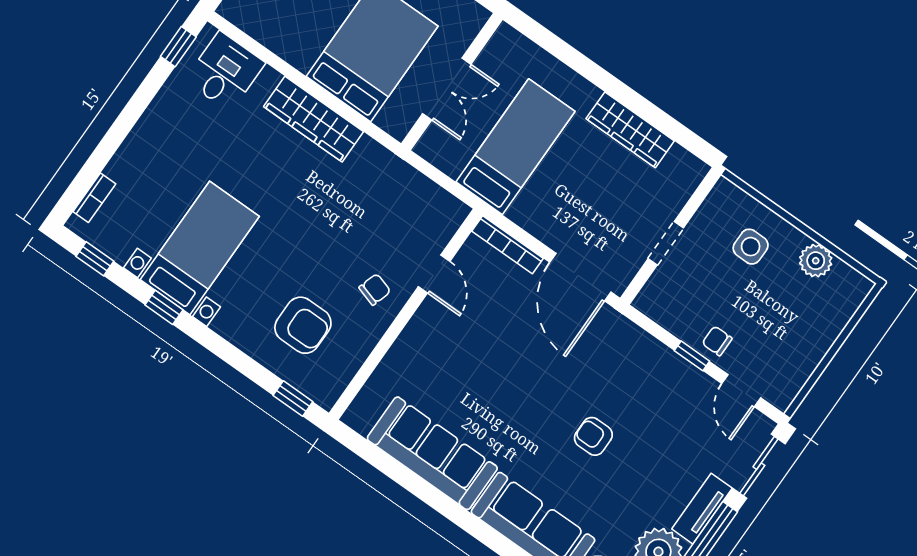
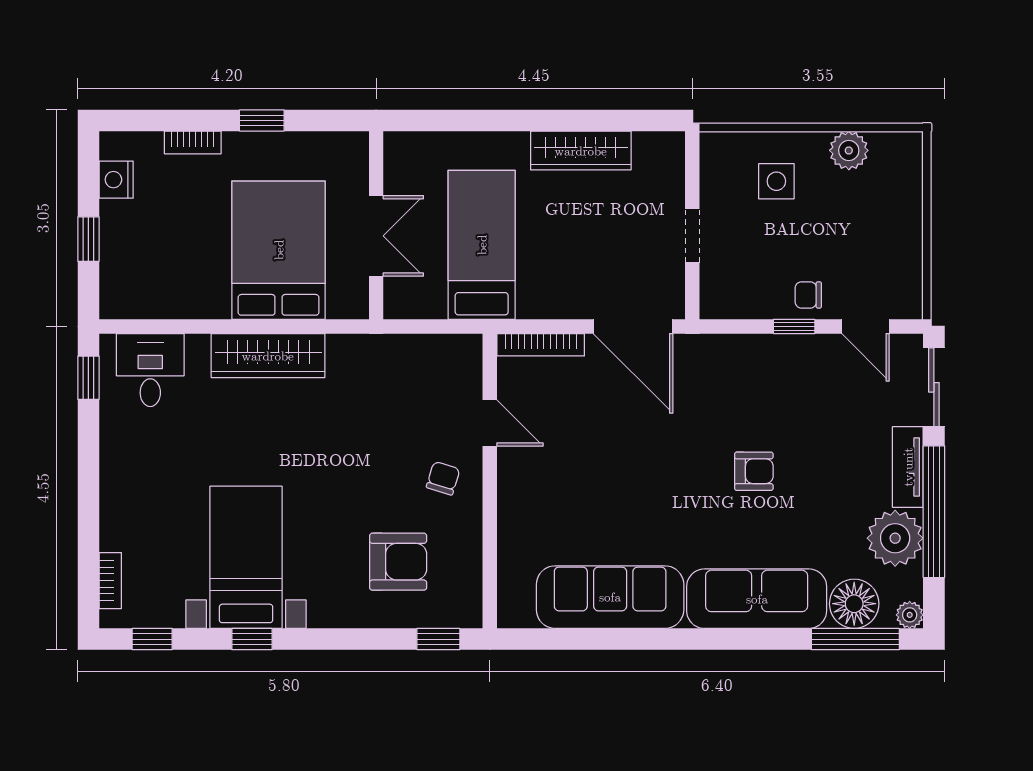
armchair: (593, 436) -> (754, 471), turned 180

